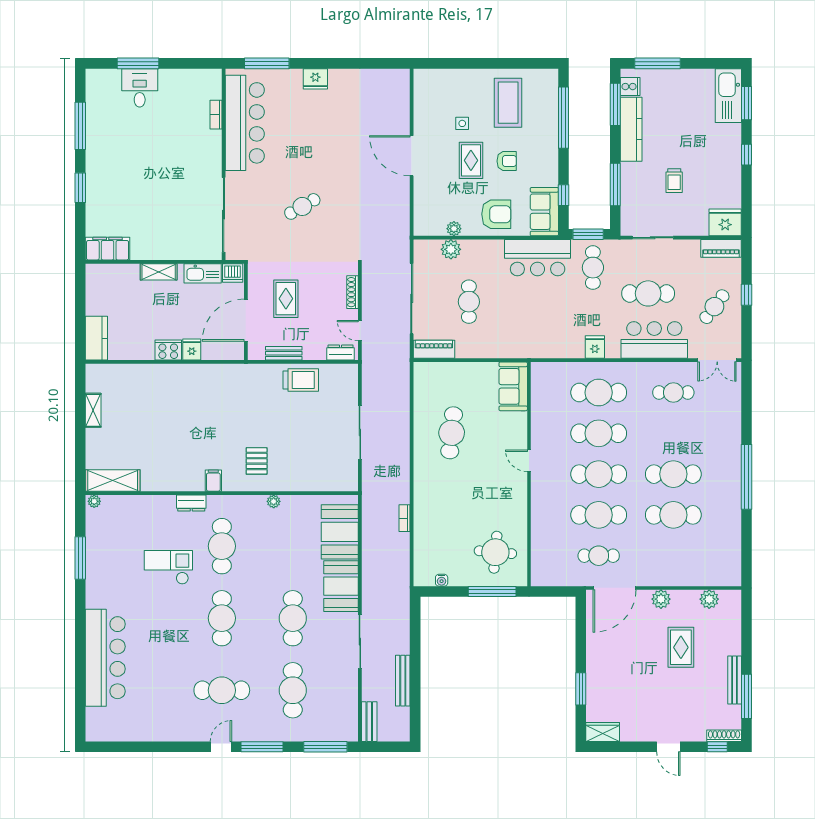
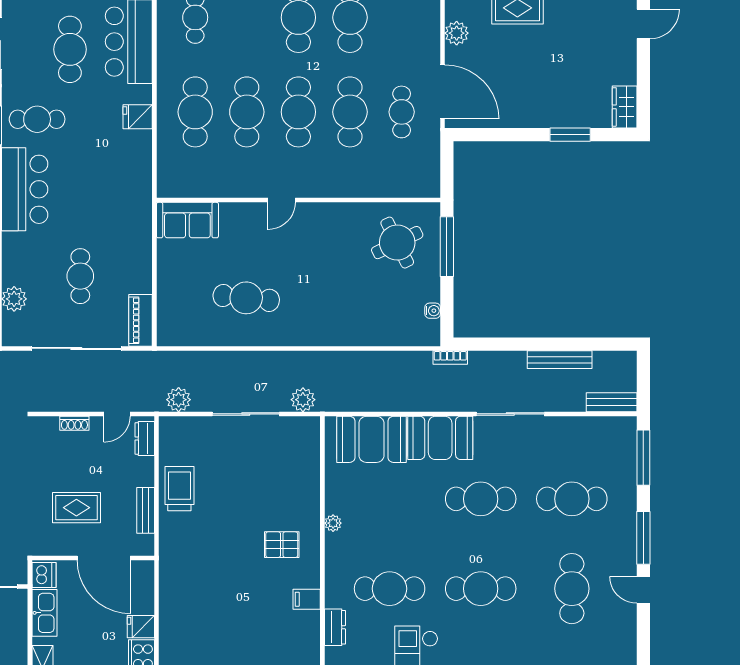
shoe rack: (353, 292) -> (74, 423), width x0.70
cafe table: (469, 302) -> (80, 276), turned 90
plant: (371, 379) -> (179, 400), added
plant: (371, 478) -> (303, 400), added
bookcase: (405, 518) -> (450, 357), moved
round table: (495, 552) -> (397, 243), turned -31

